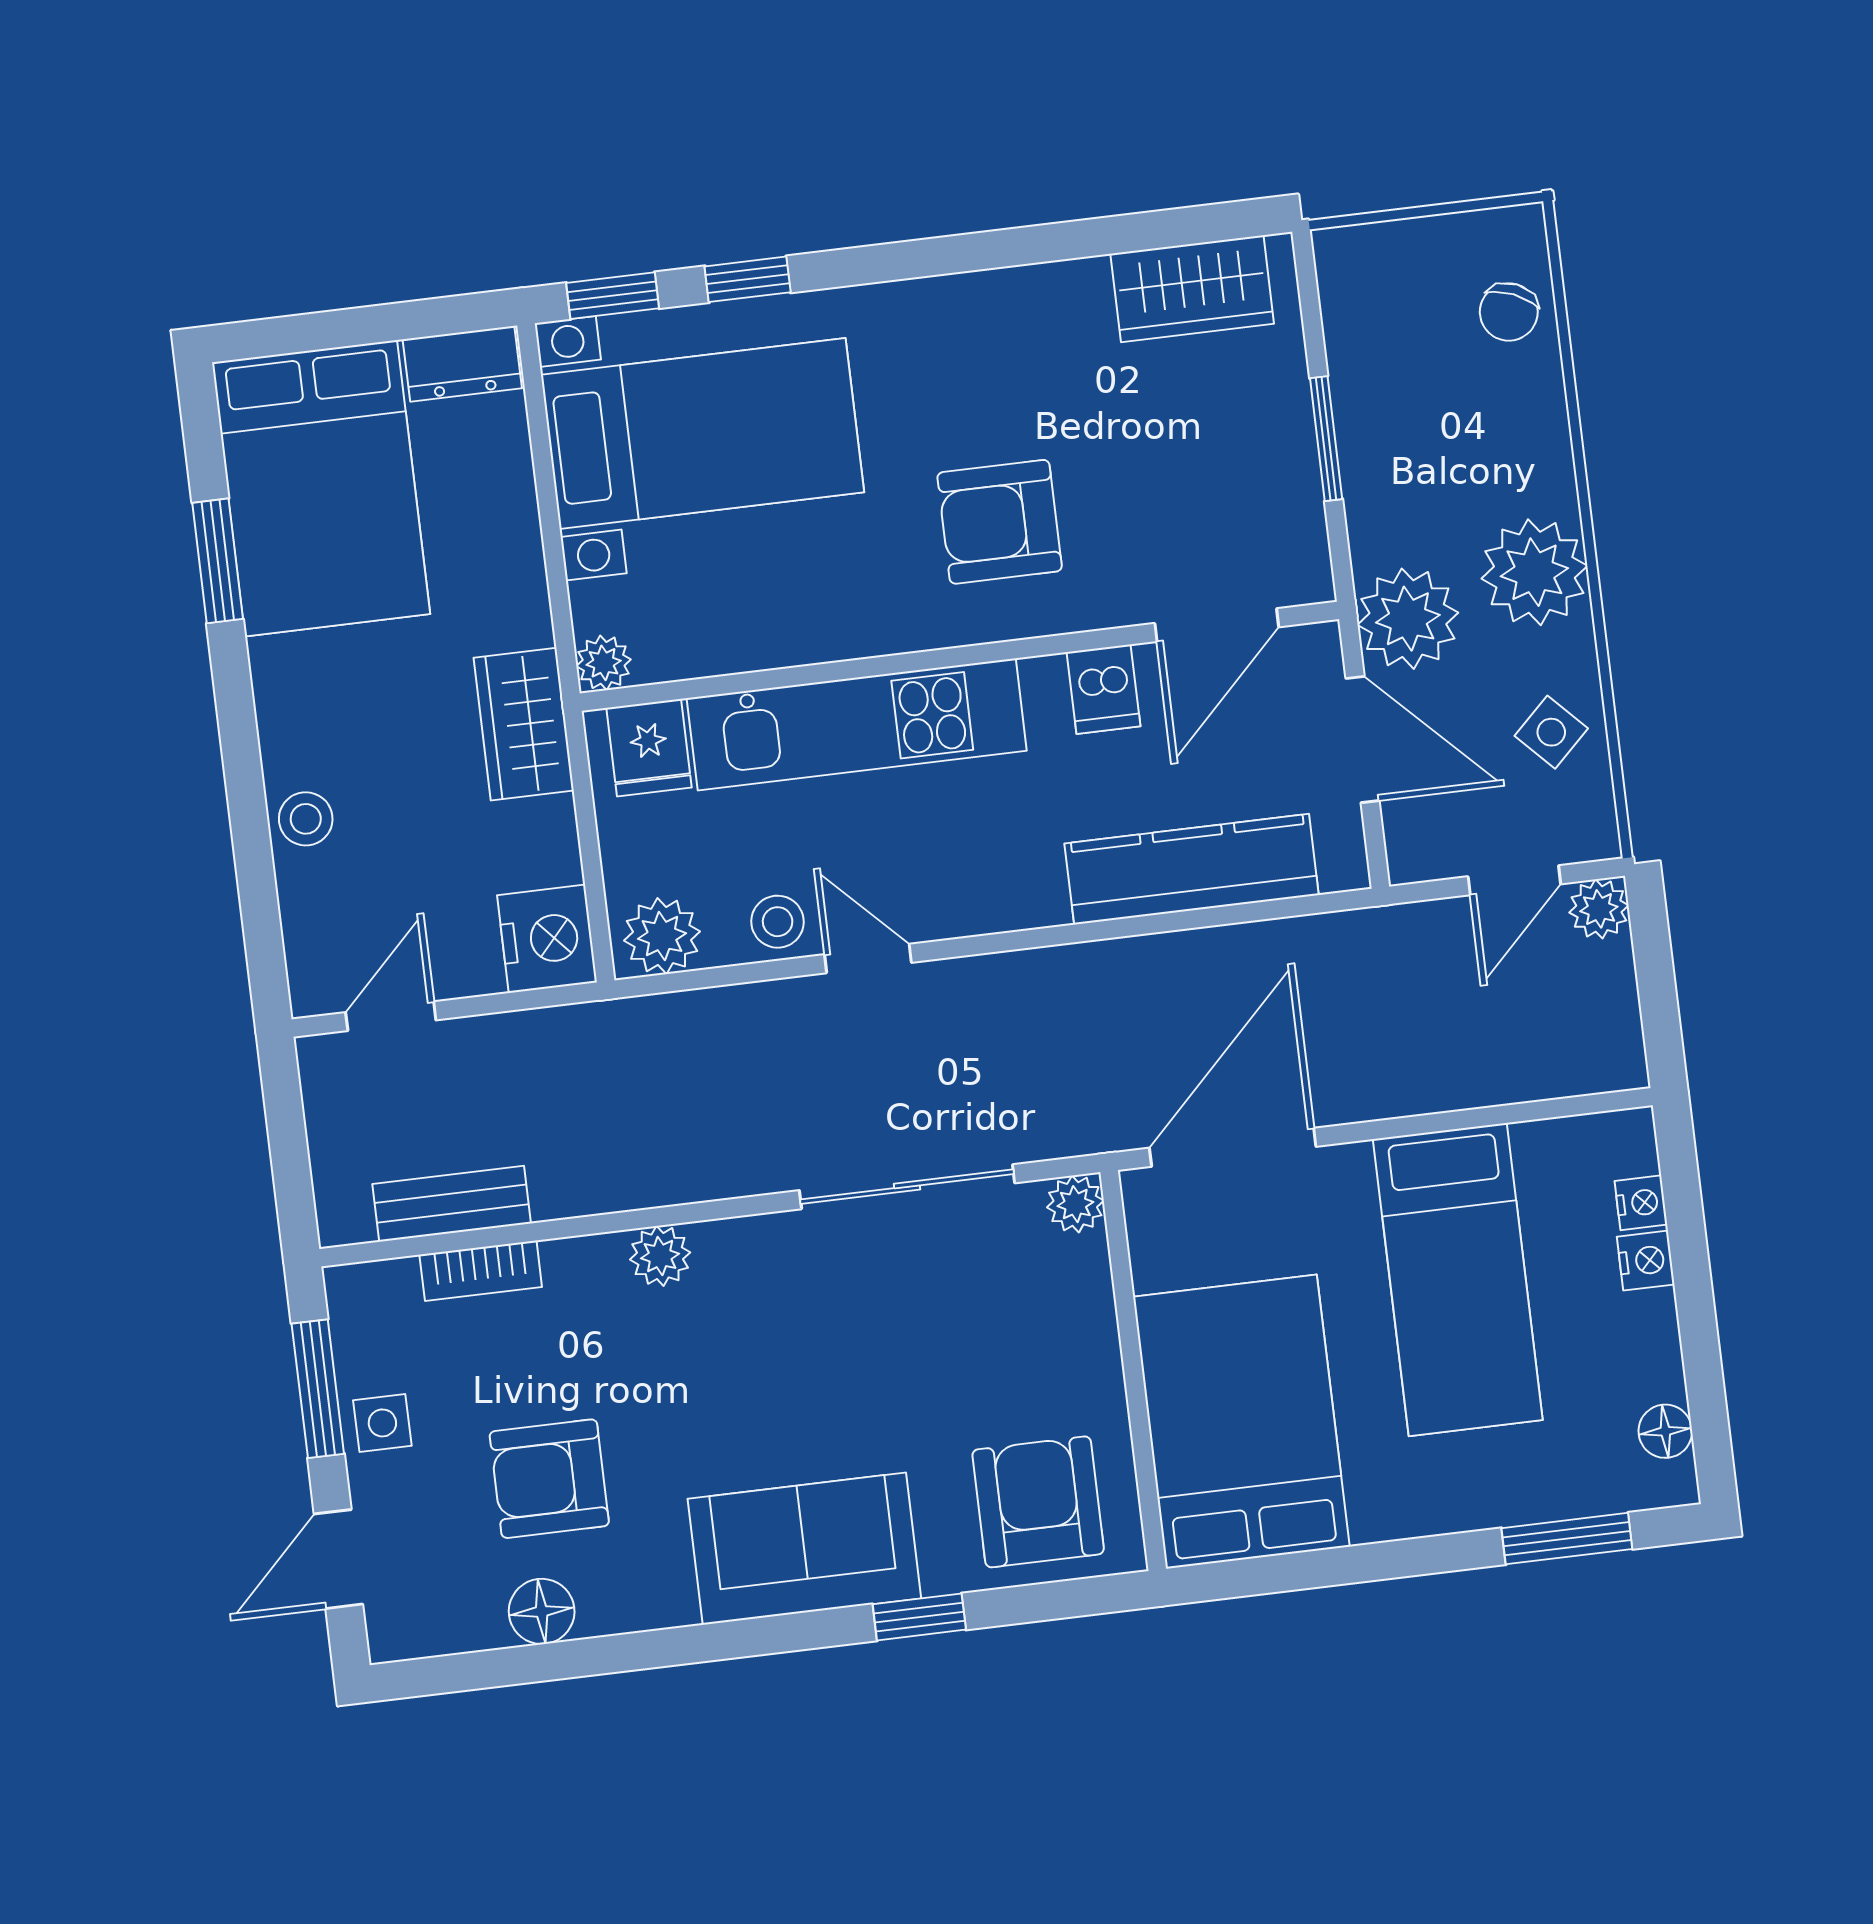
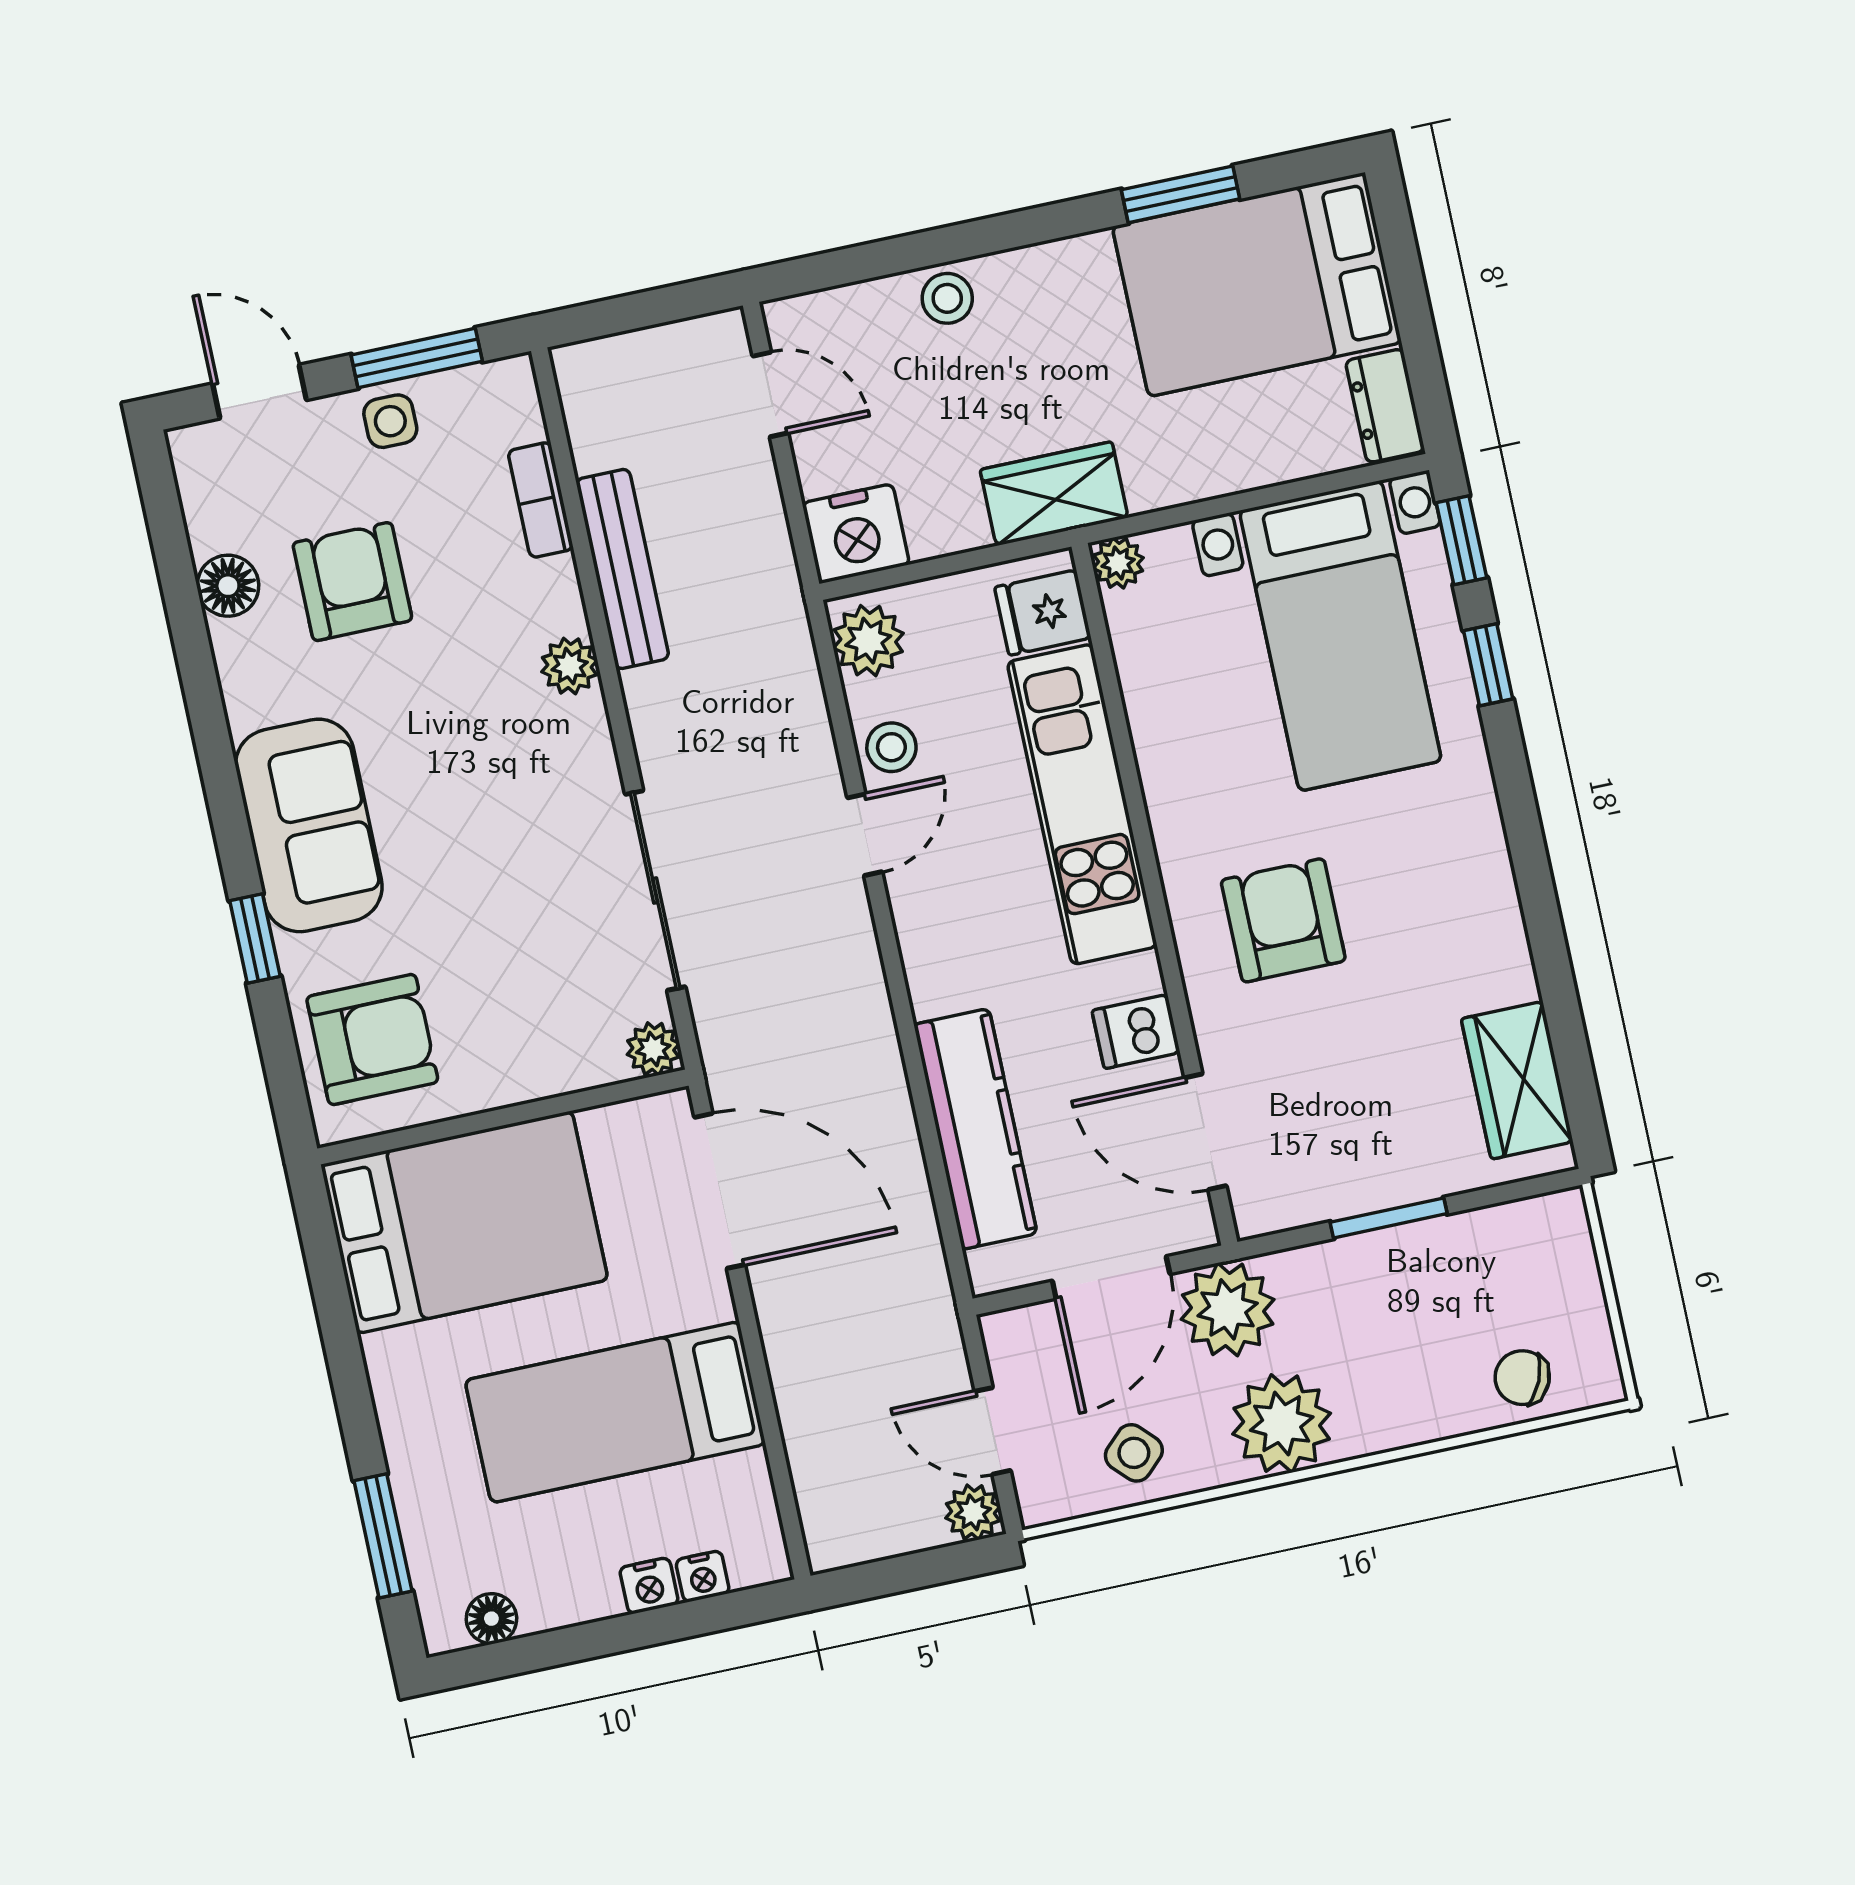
bench: (452, 1204) -> (622, 569), moved, width x1.36

